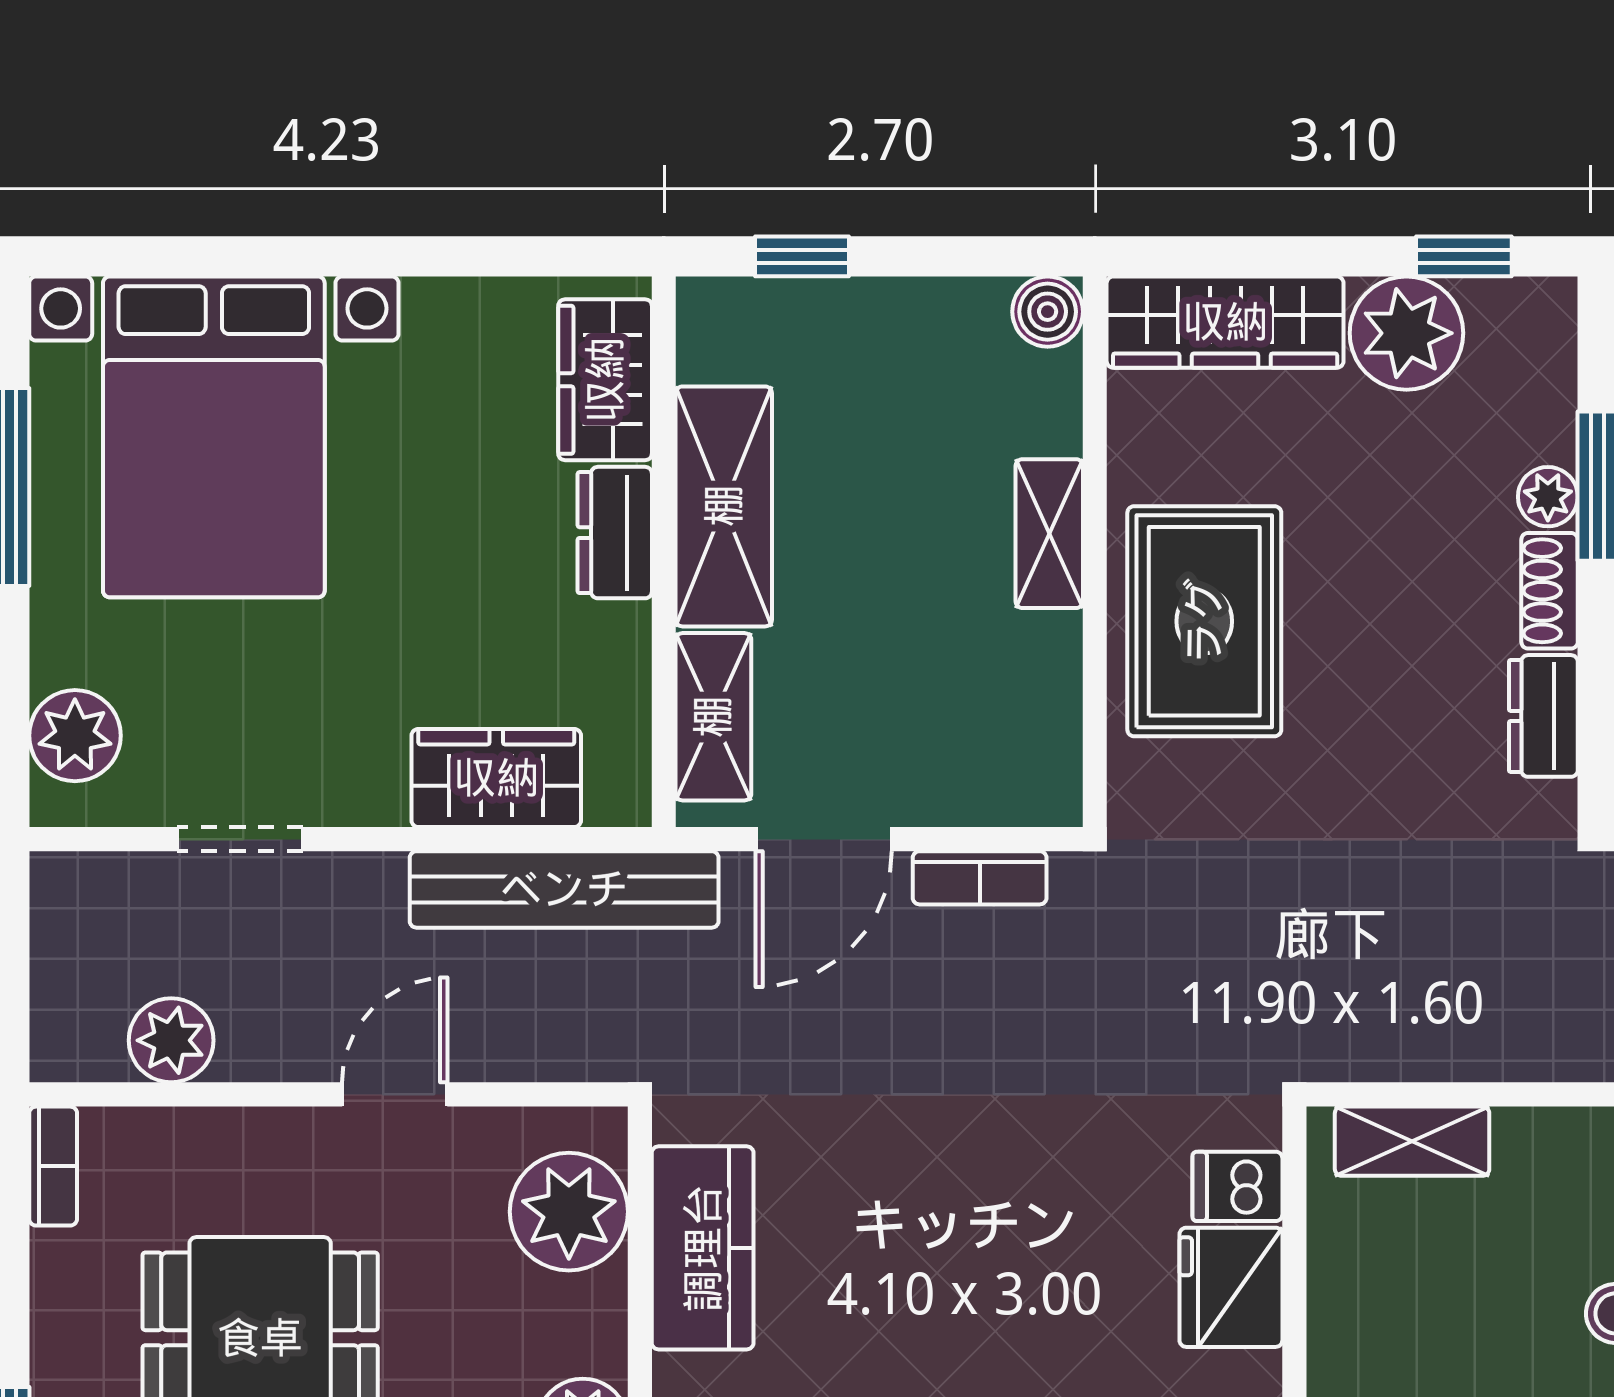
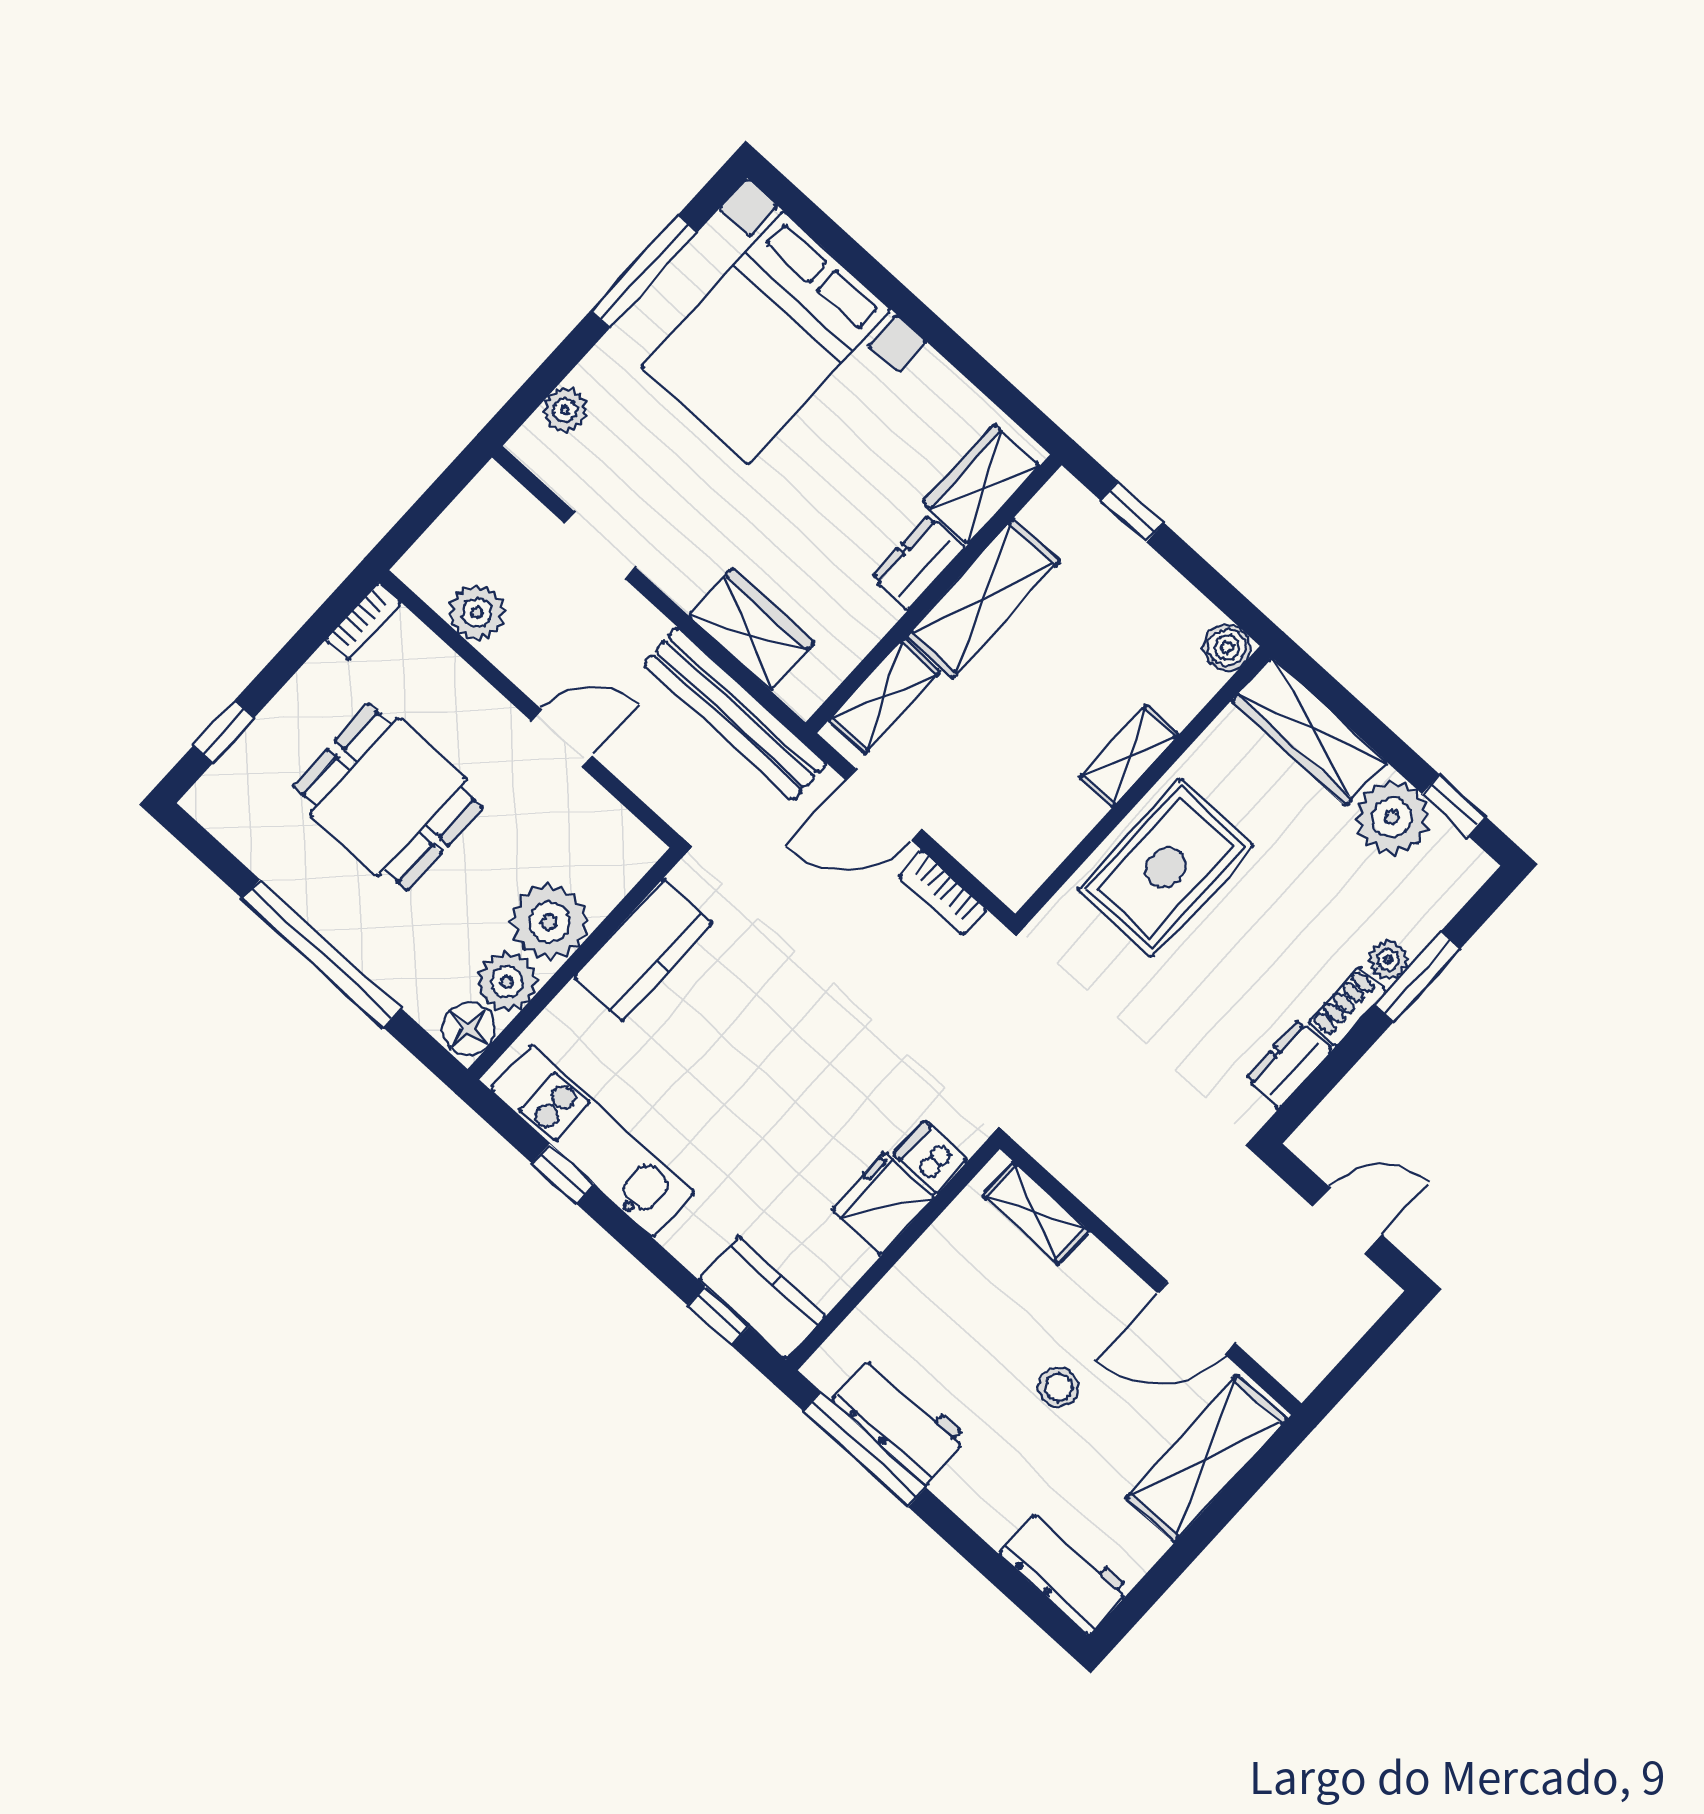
plant: (75, 736) -> (565, 410), width x0.73, depth x0.73
plant: (569, 1212) -> (549, 922), moved

